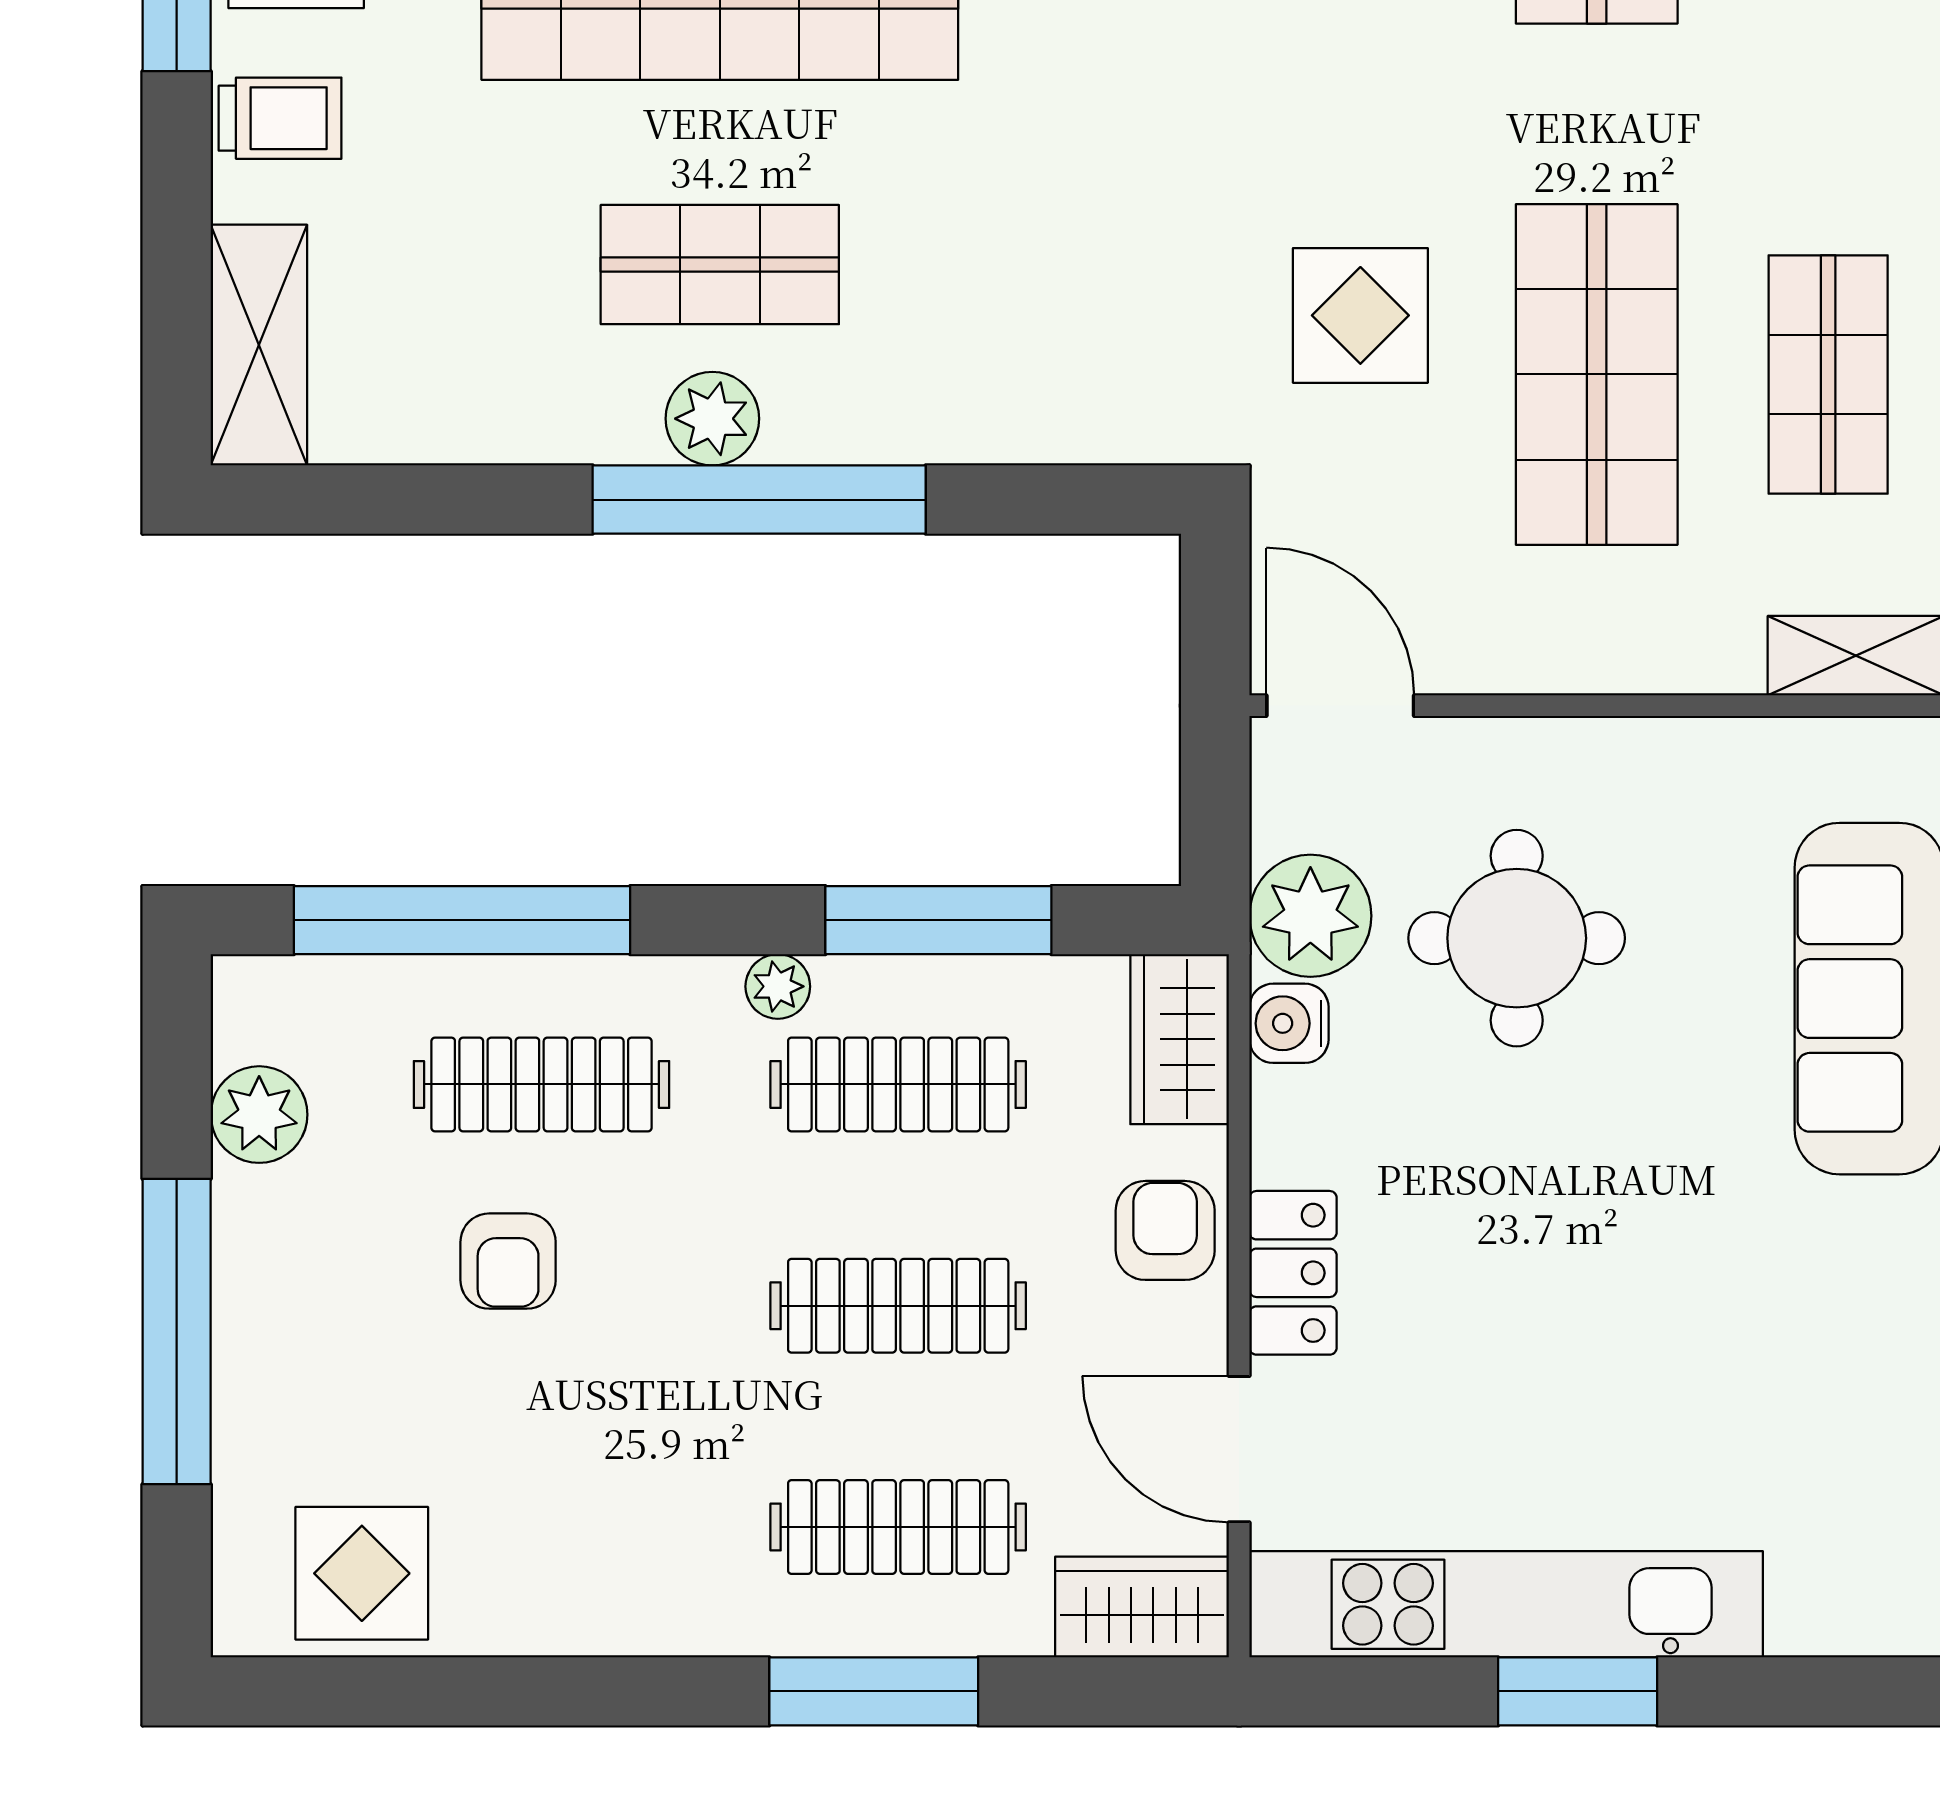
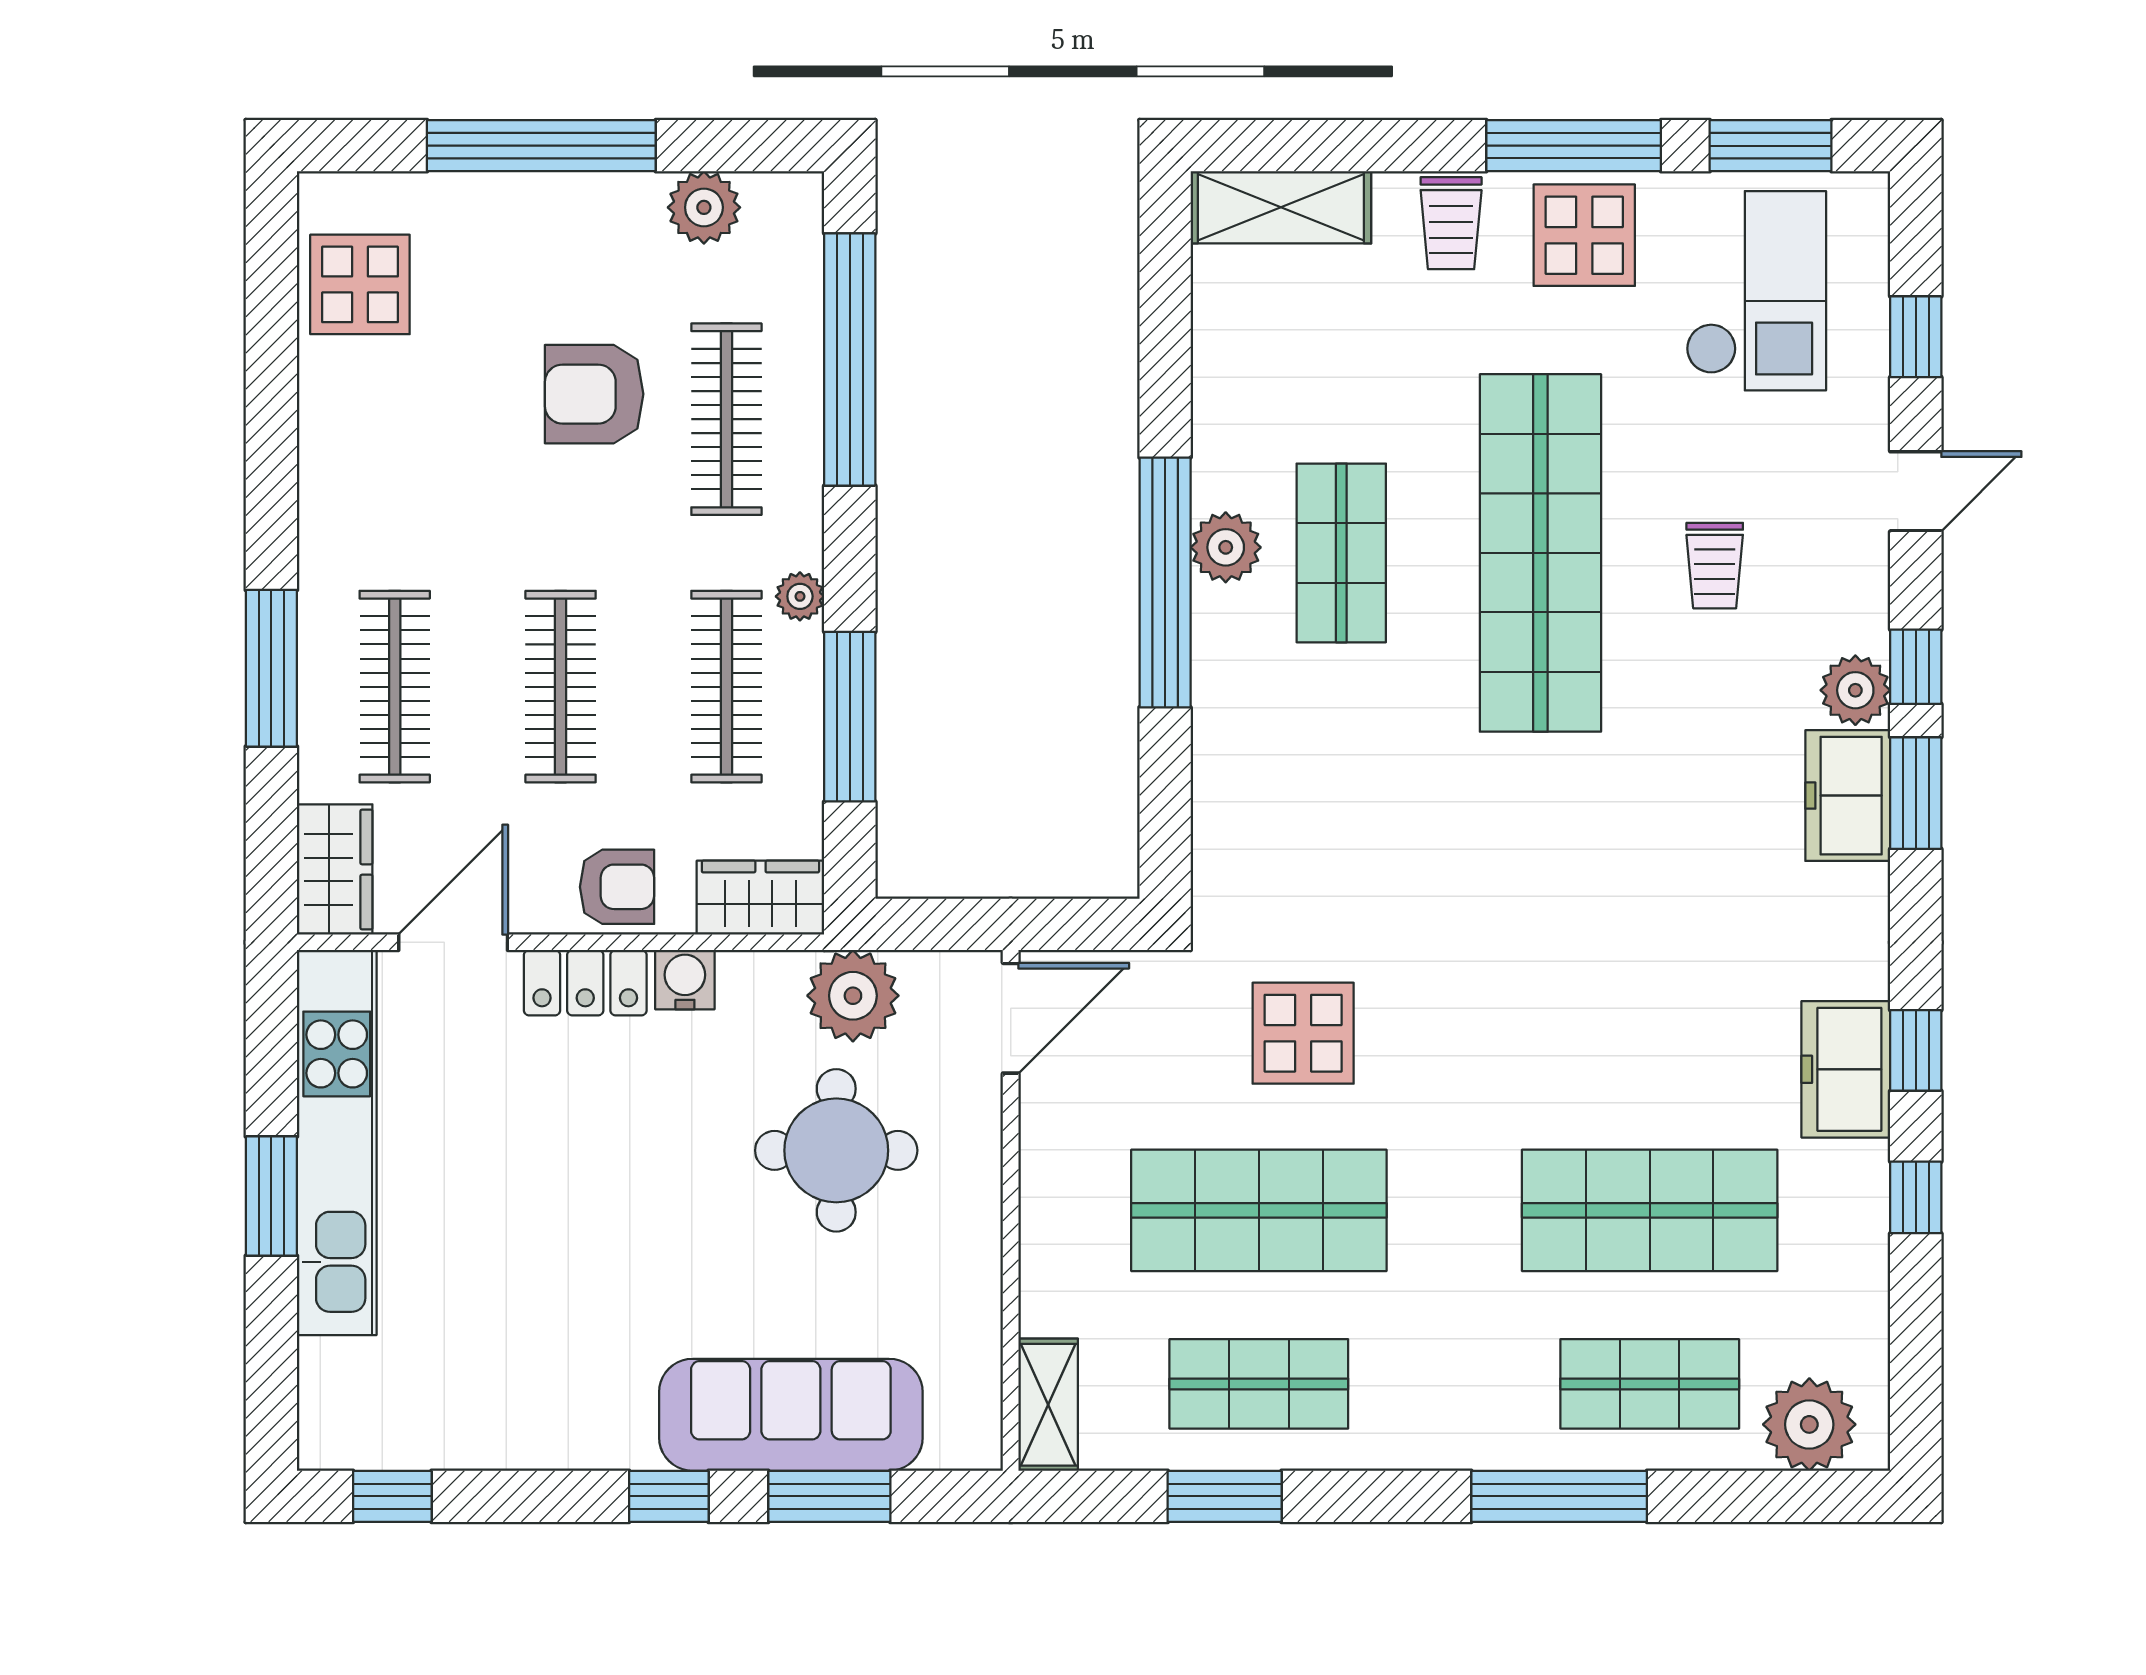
water cooler: (1289, 1023) -> (685, 980), moved
armchair: (508, 1261) -> (594, 394), width x1.38, depth x1.38

